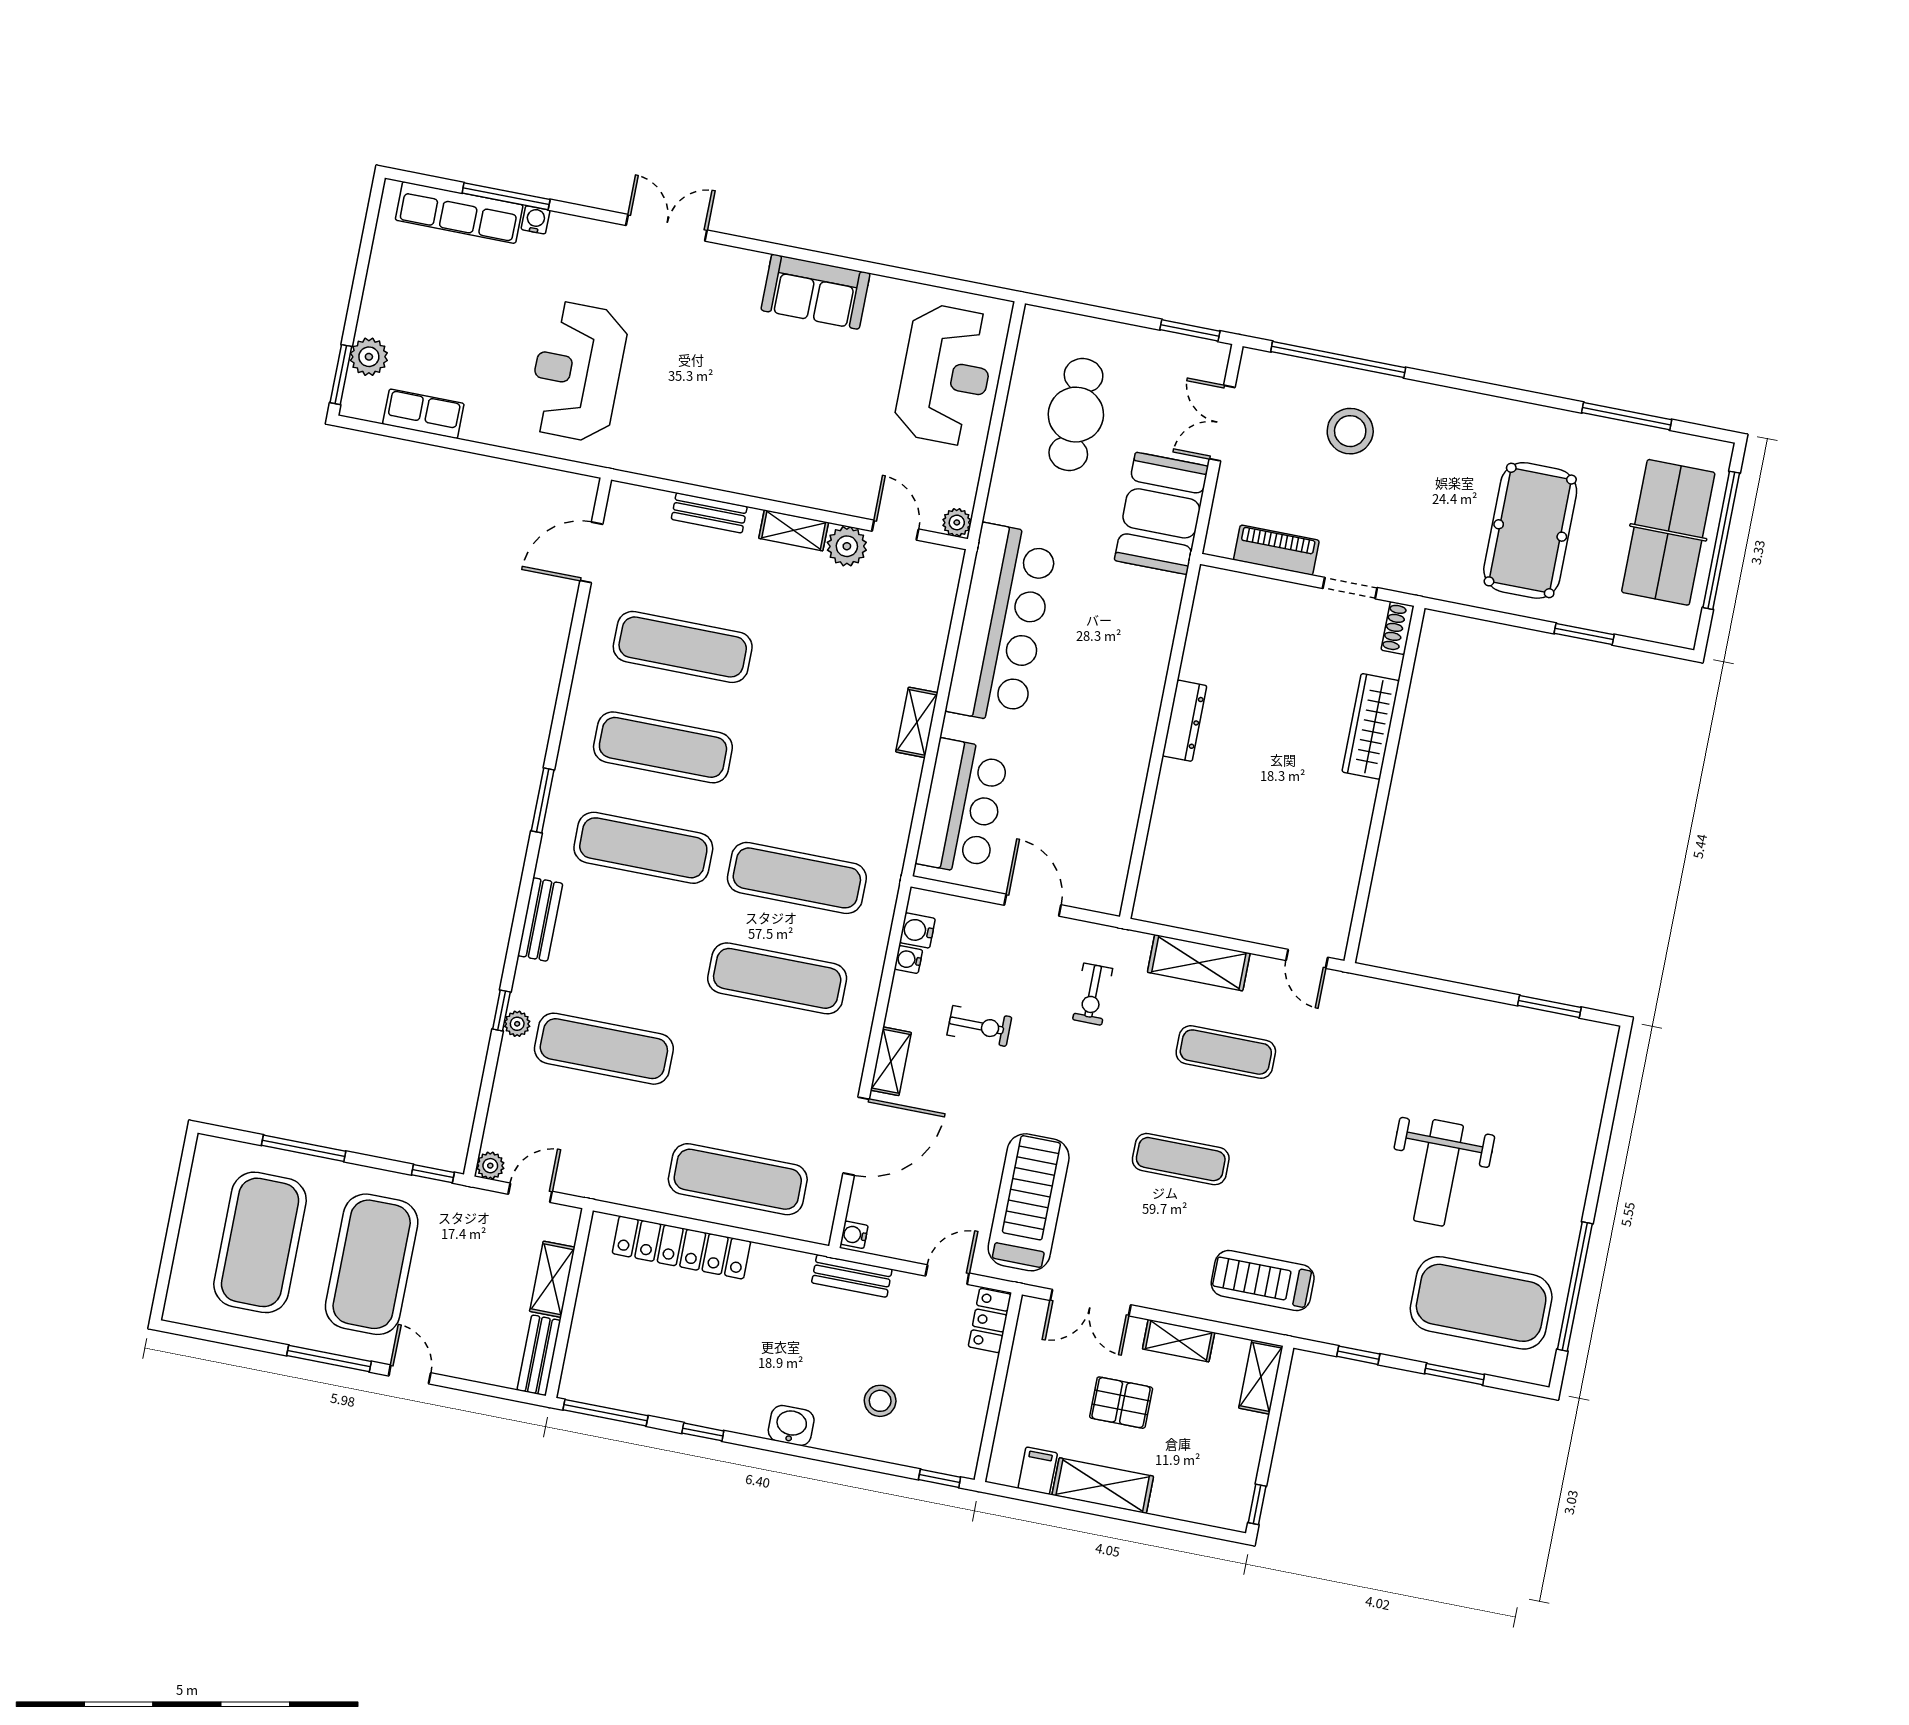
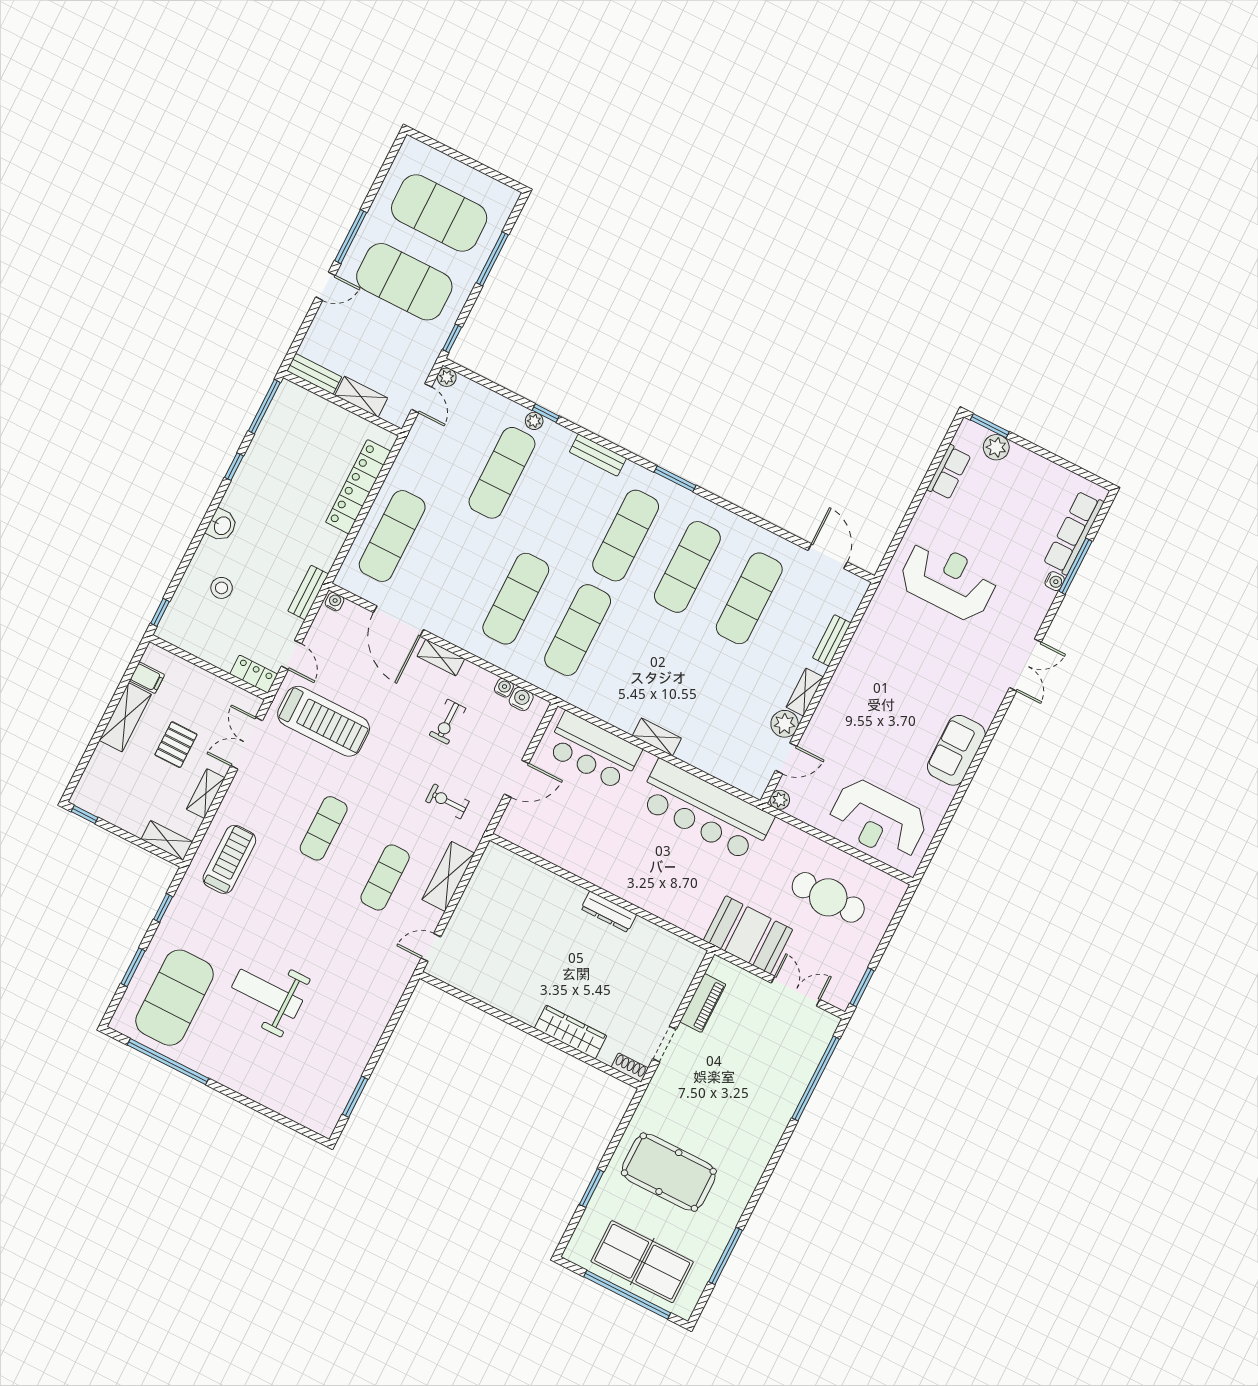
stool: (1350, 431) -> (767, 1073), removed

